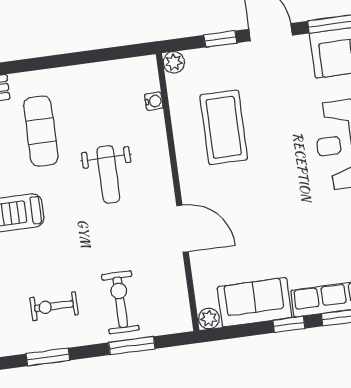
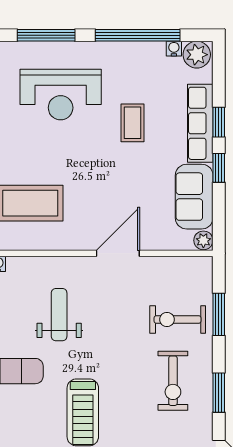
weight bench: (108, 174) -> (59, 315), turned -90
coffee table: (325, 225) -> (133, 123), added
exercise bike: (54, 306) -> (173, 381), width x1.38, depth x1.39

